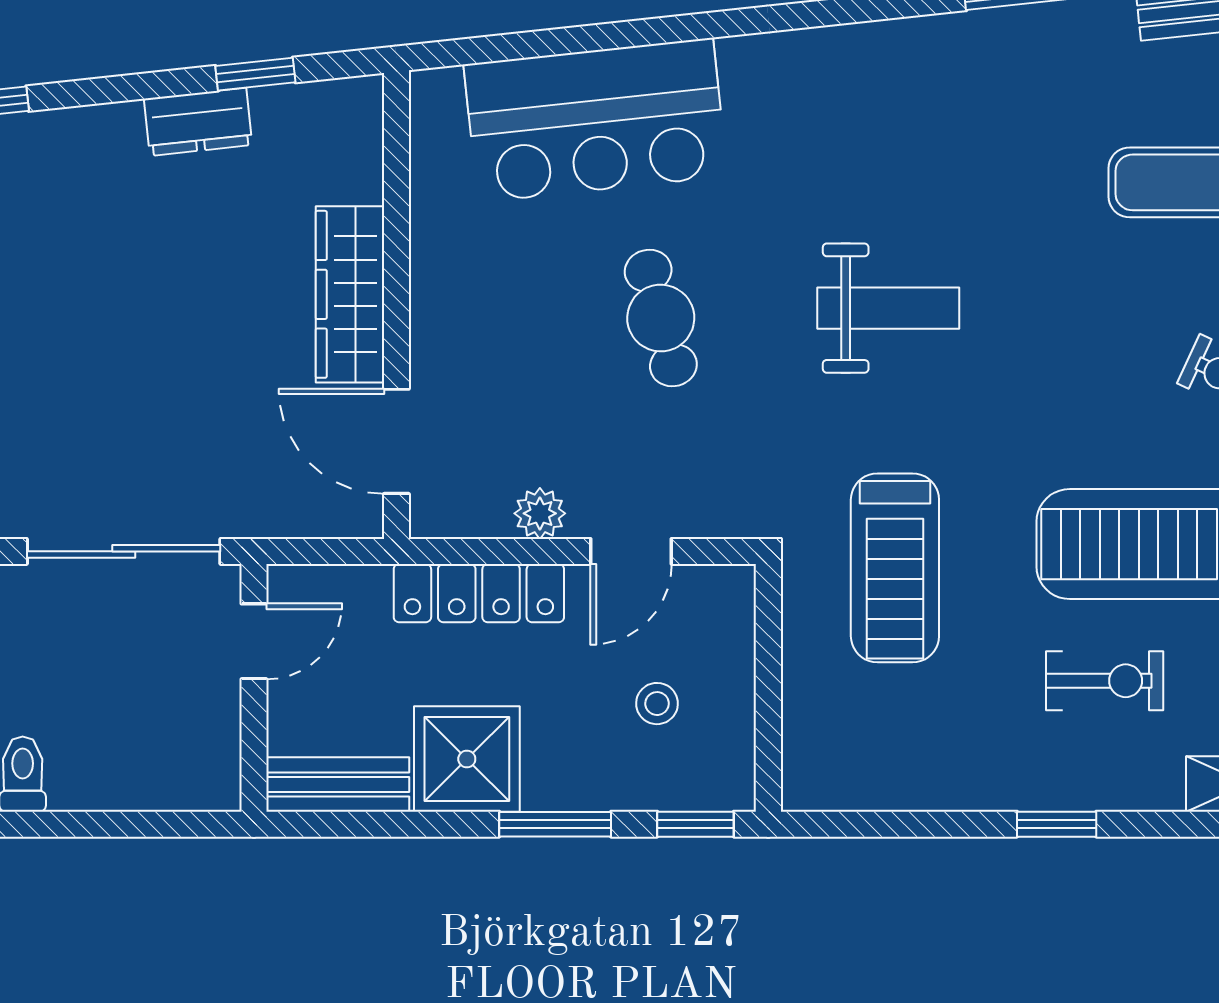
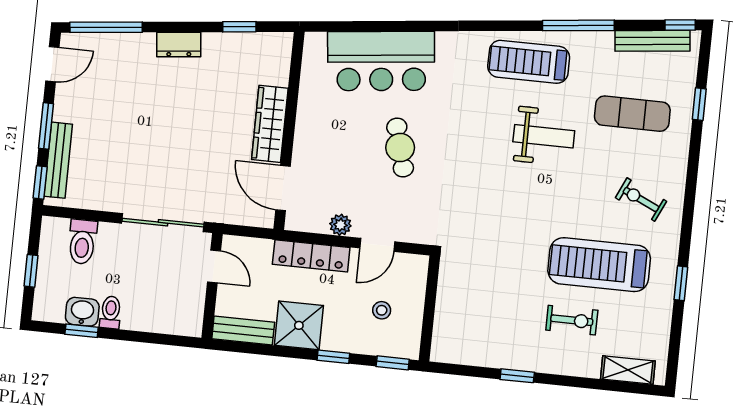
dresser: (198, 122) -> (179, 45), moved
weight bench: (888, 308) -> (544, 136), moved
treadmill: (895, 568) -> (529, 62), moved, turned 90
door: (254, 641) -> (214, 266), hinge flipped
window: (555, 824) -> (333, 357), width x0.67
window: (1057, 824) -> (517, 376), moved

